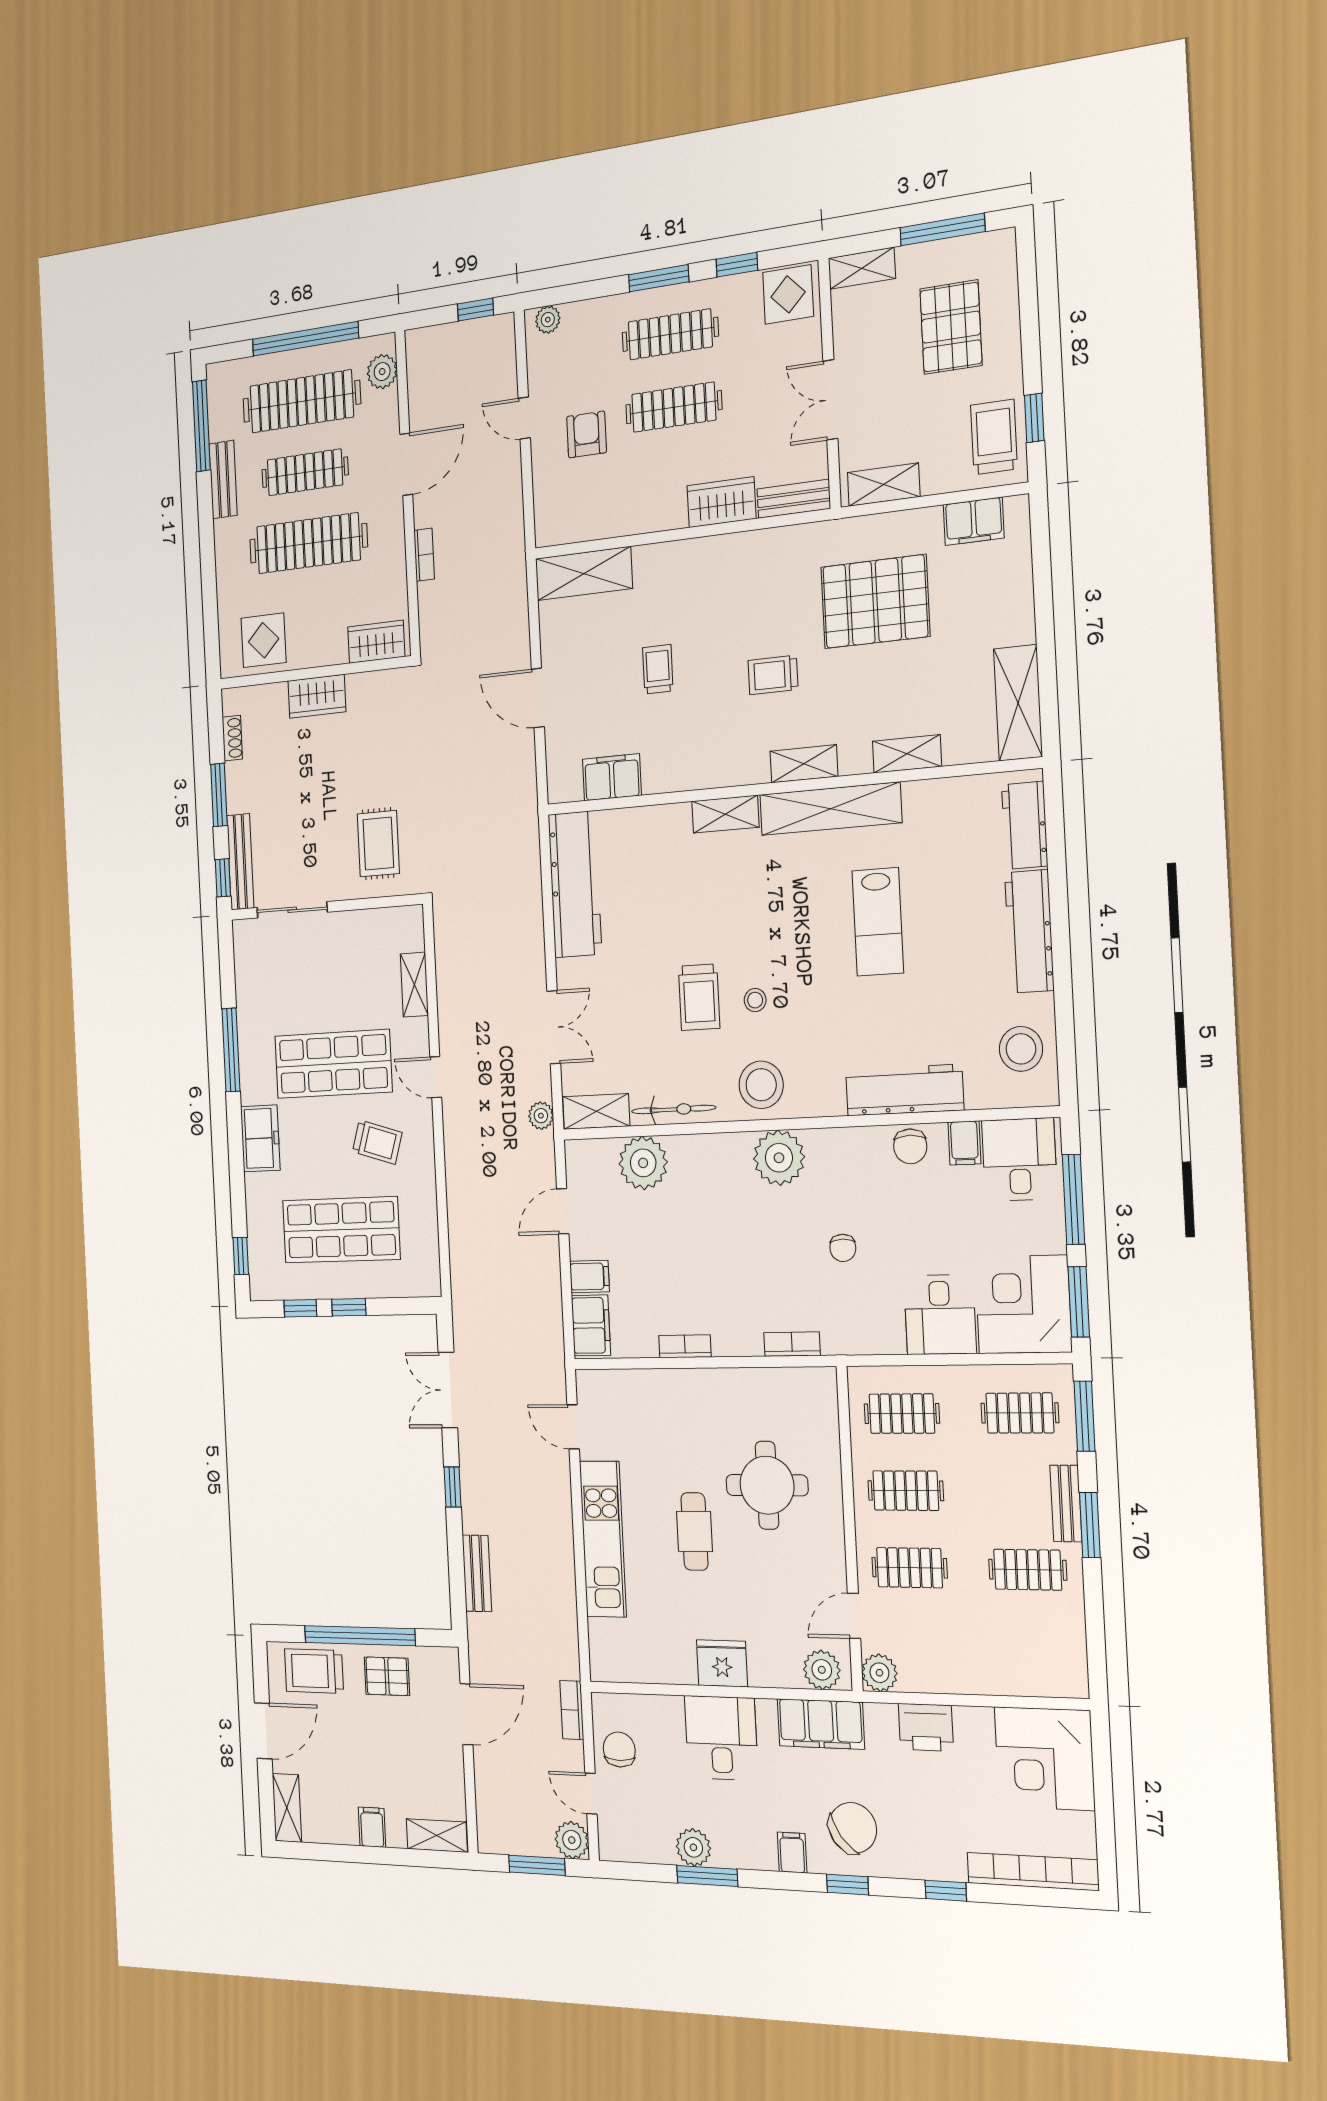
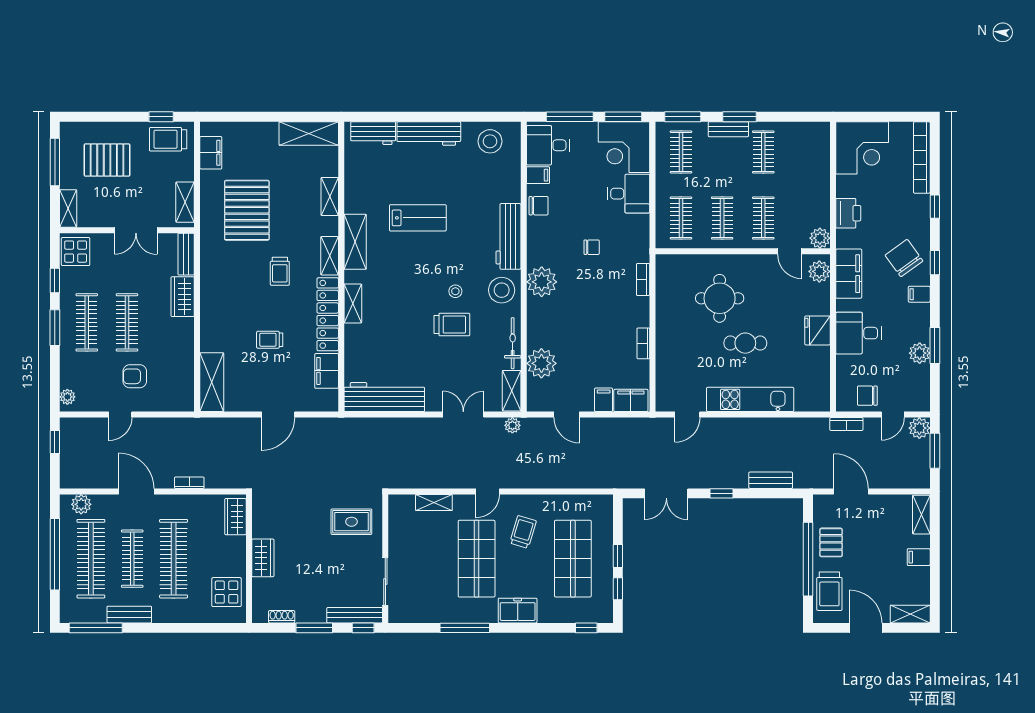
locker: (705, 770) -> (328, 314), added
shelving: (830, 809) -> (355, 242), width x0.68
workbench: (904, 1090) -> (508, 236), moved

